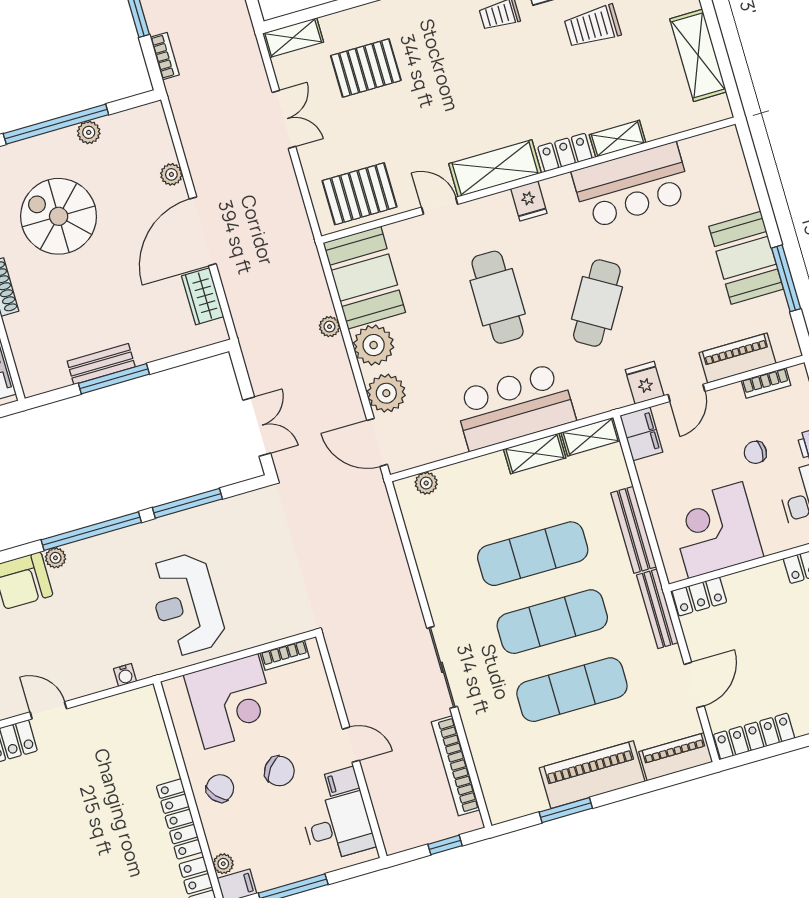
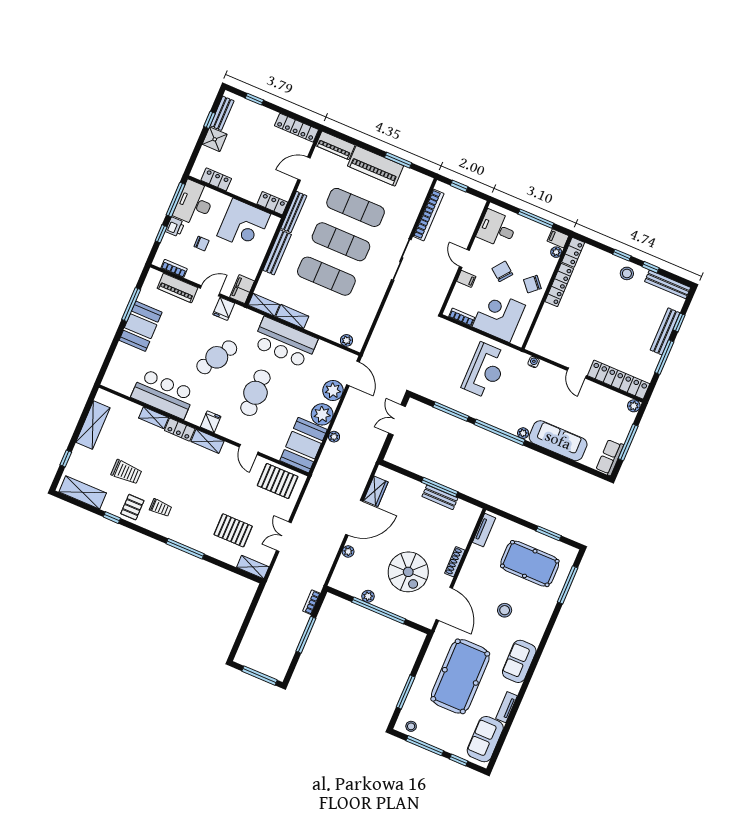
shelving: (495, 168) -> (207, 441), width x0.67, depth x0.75
filing cabinet: (342, 781) -> (466, 279), moved

